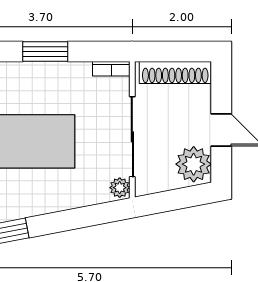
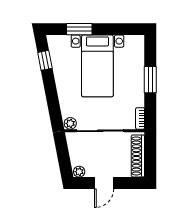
plant: (194, 164) -> (79, 172), width x0.53, depth x0.53

